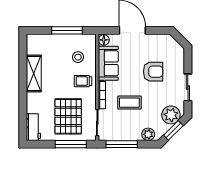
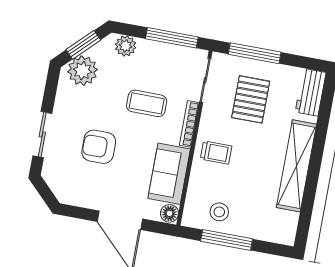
stool: (78, 57) -> (219, 212), moved
shelving: (34, 73) -> (296, 166), width x1.47
sliding door: (188, 87) -> (42, 135), moved
pallet: (68, 116) -> (251, 99), width x0.73, depth x0.71

